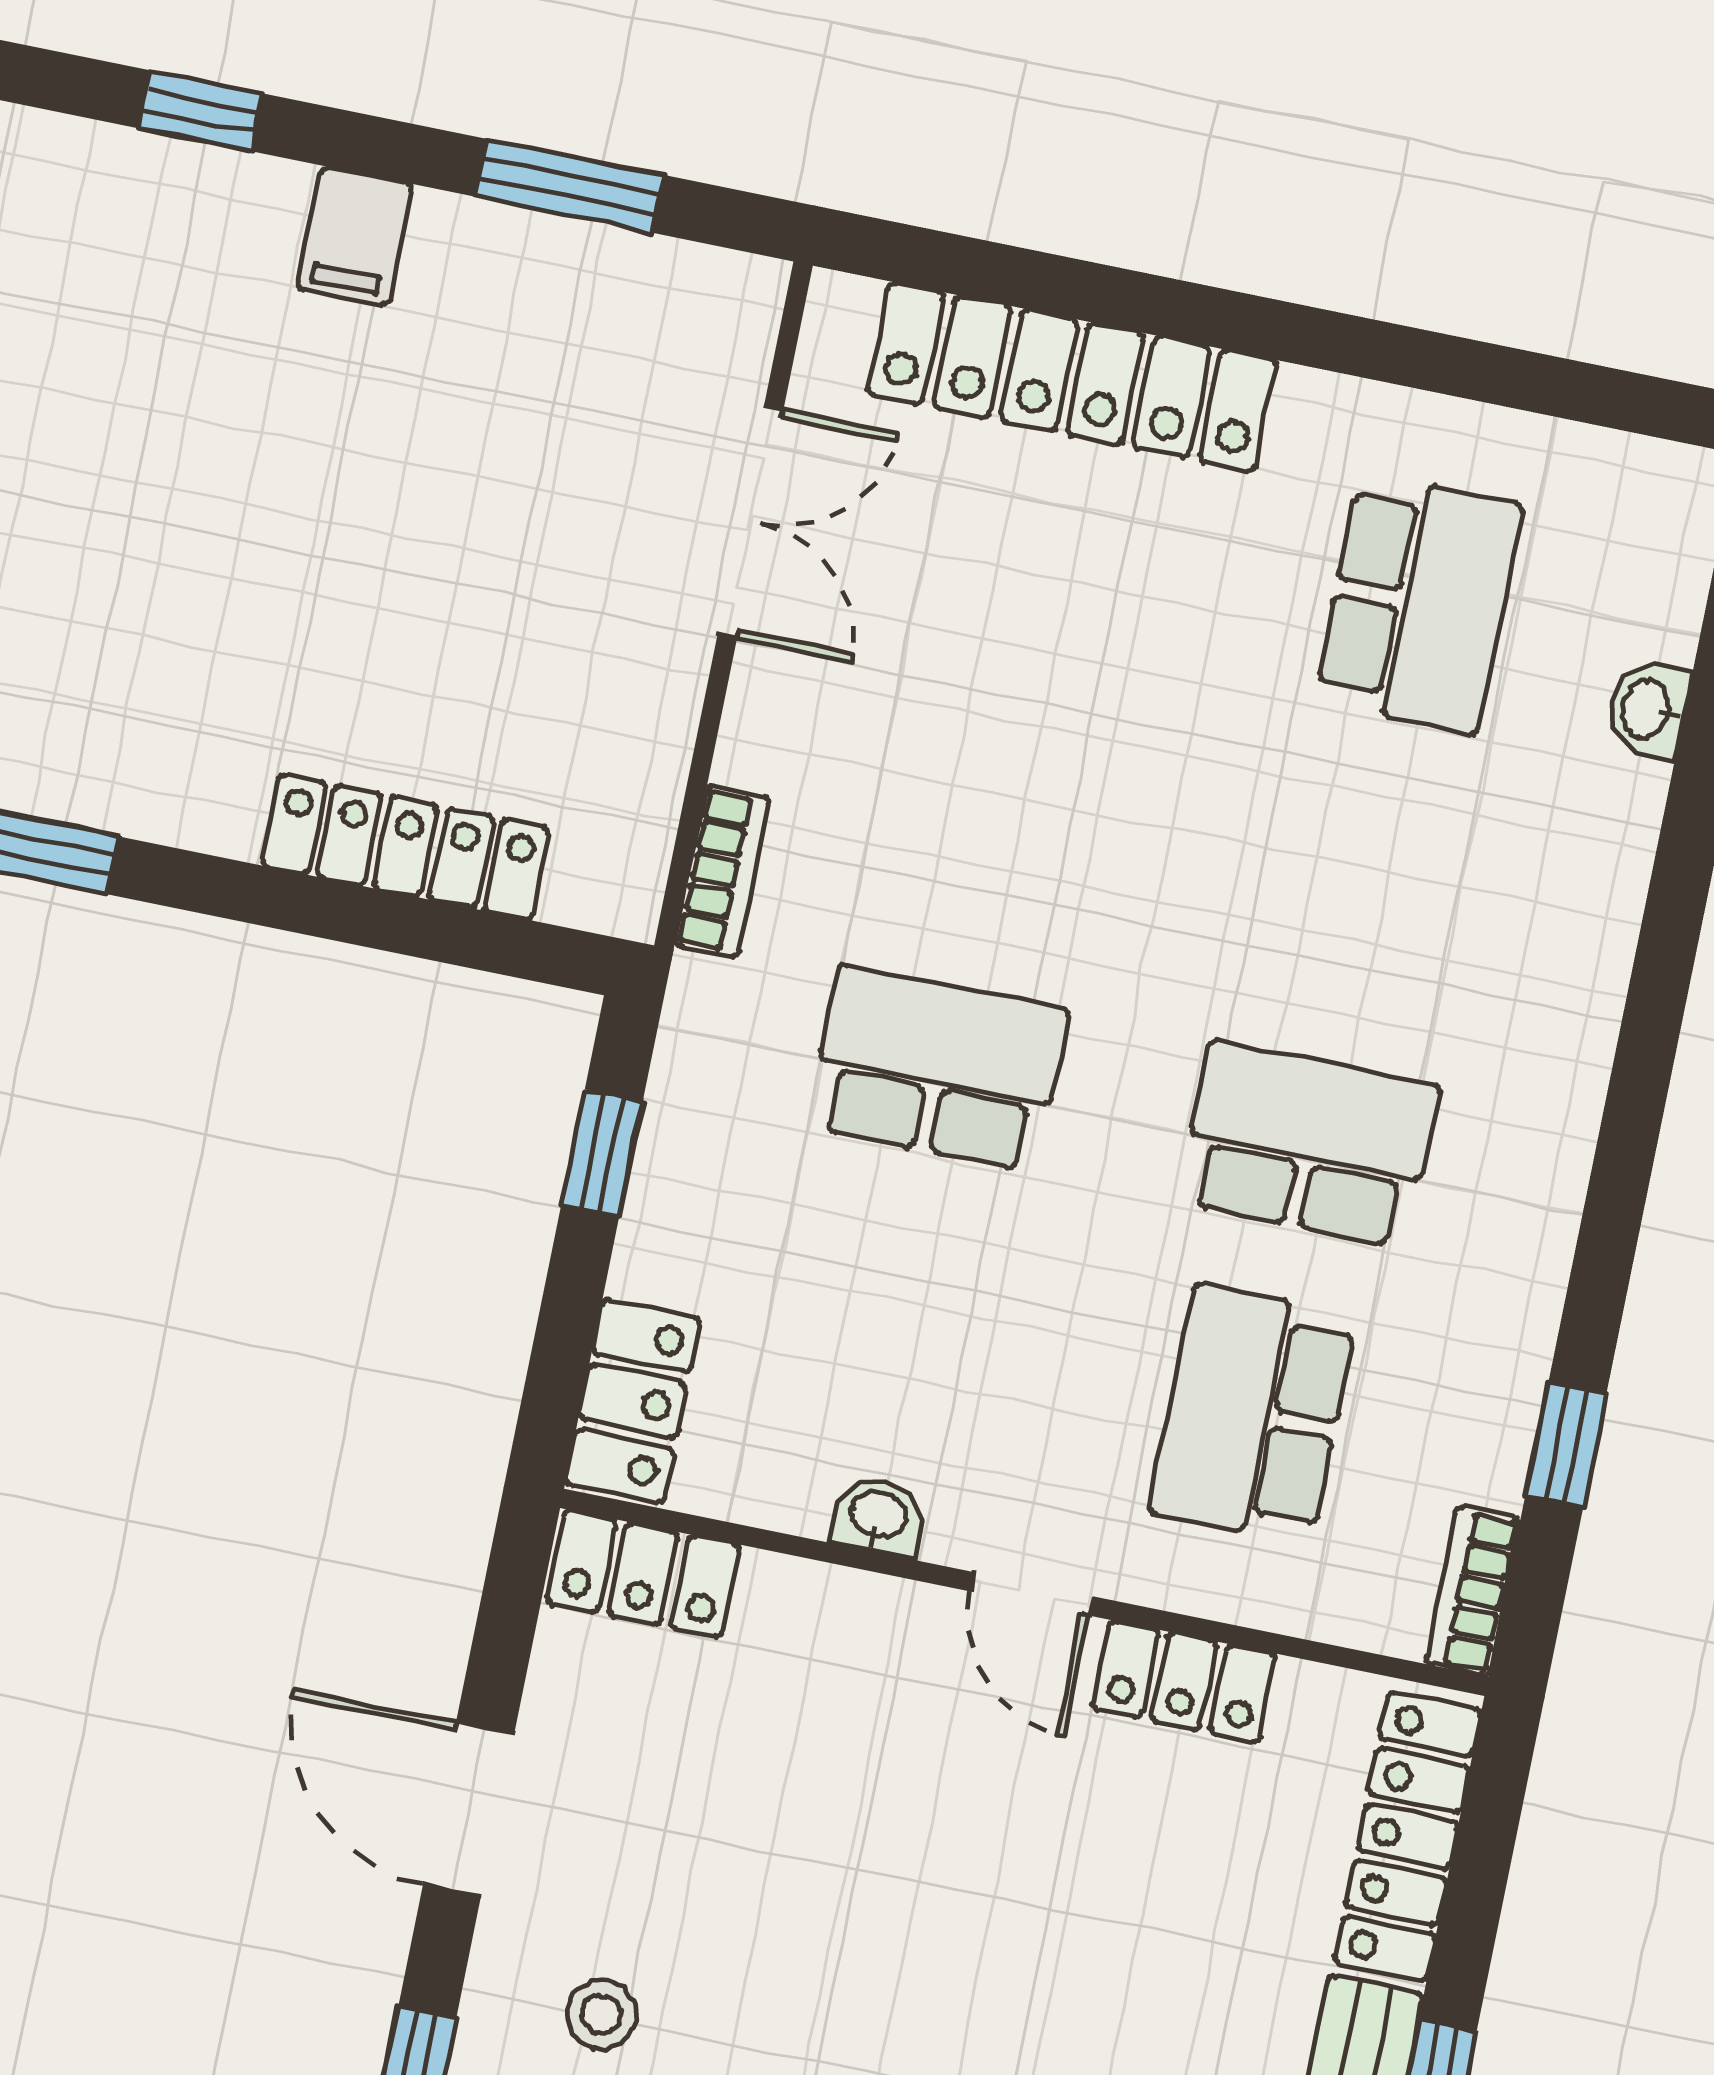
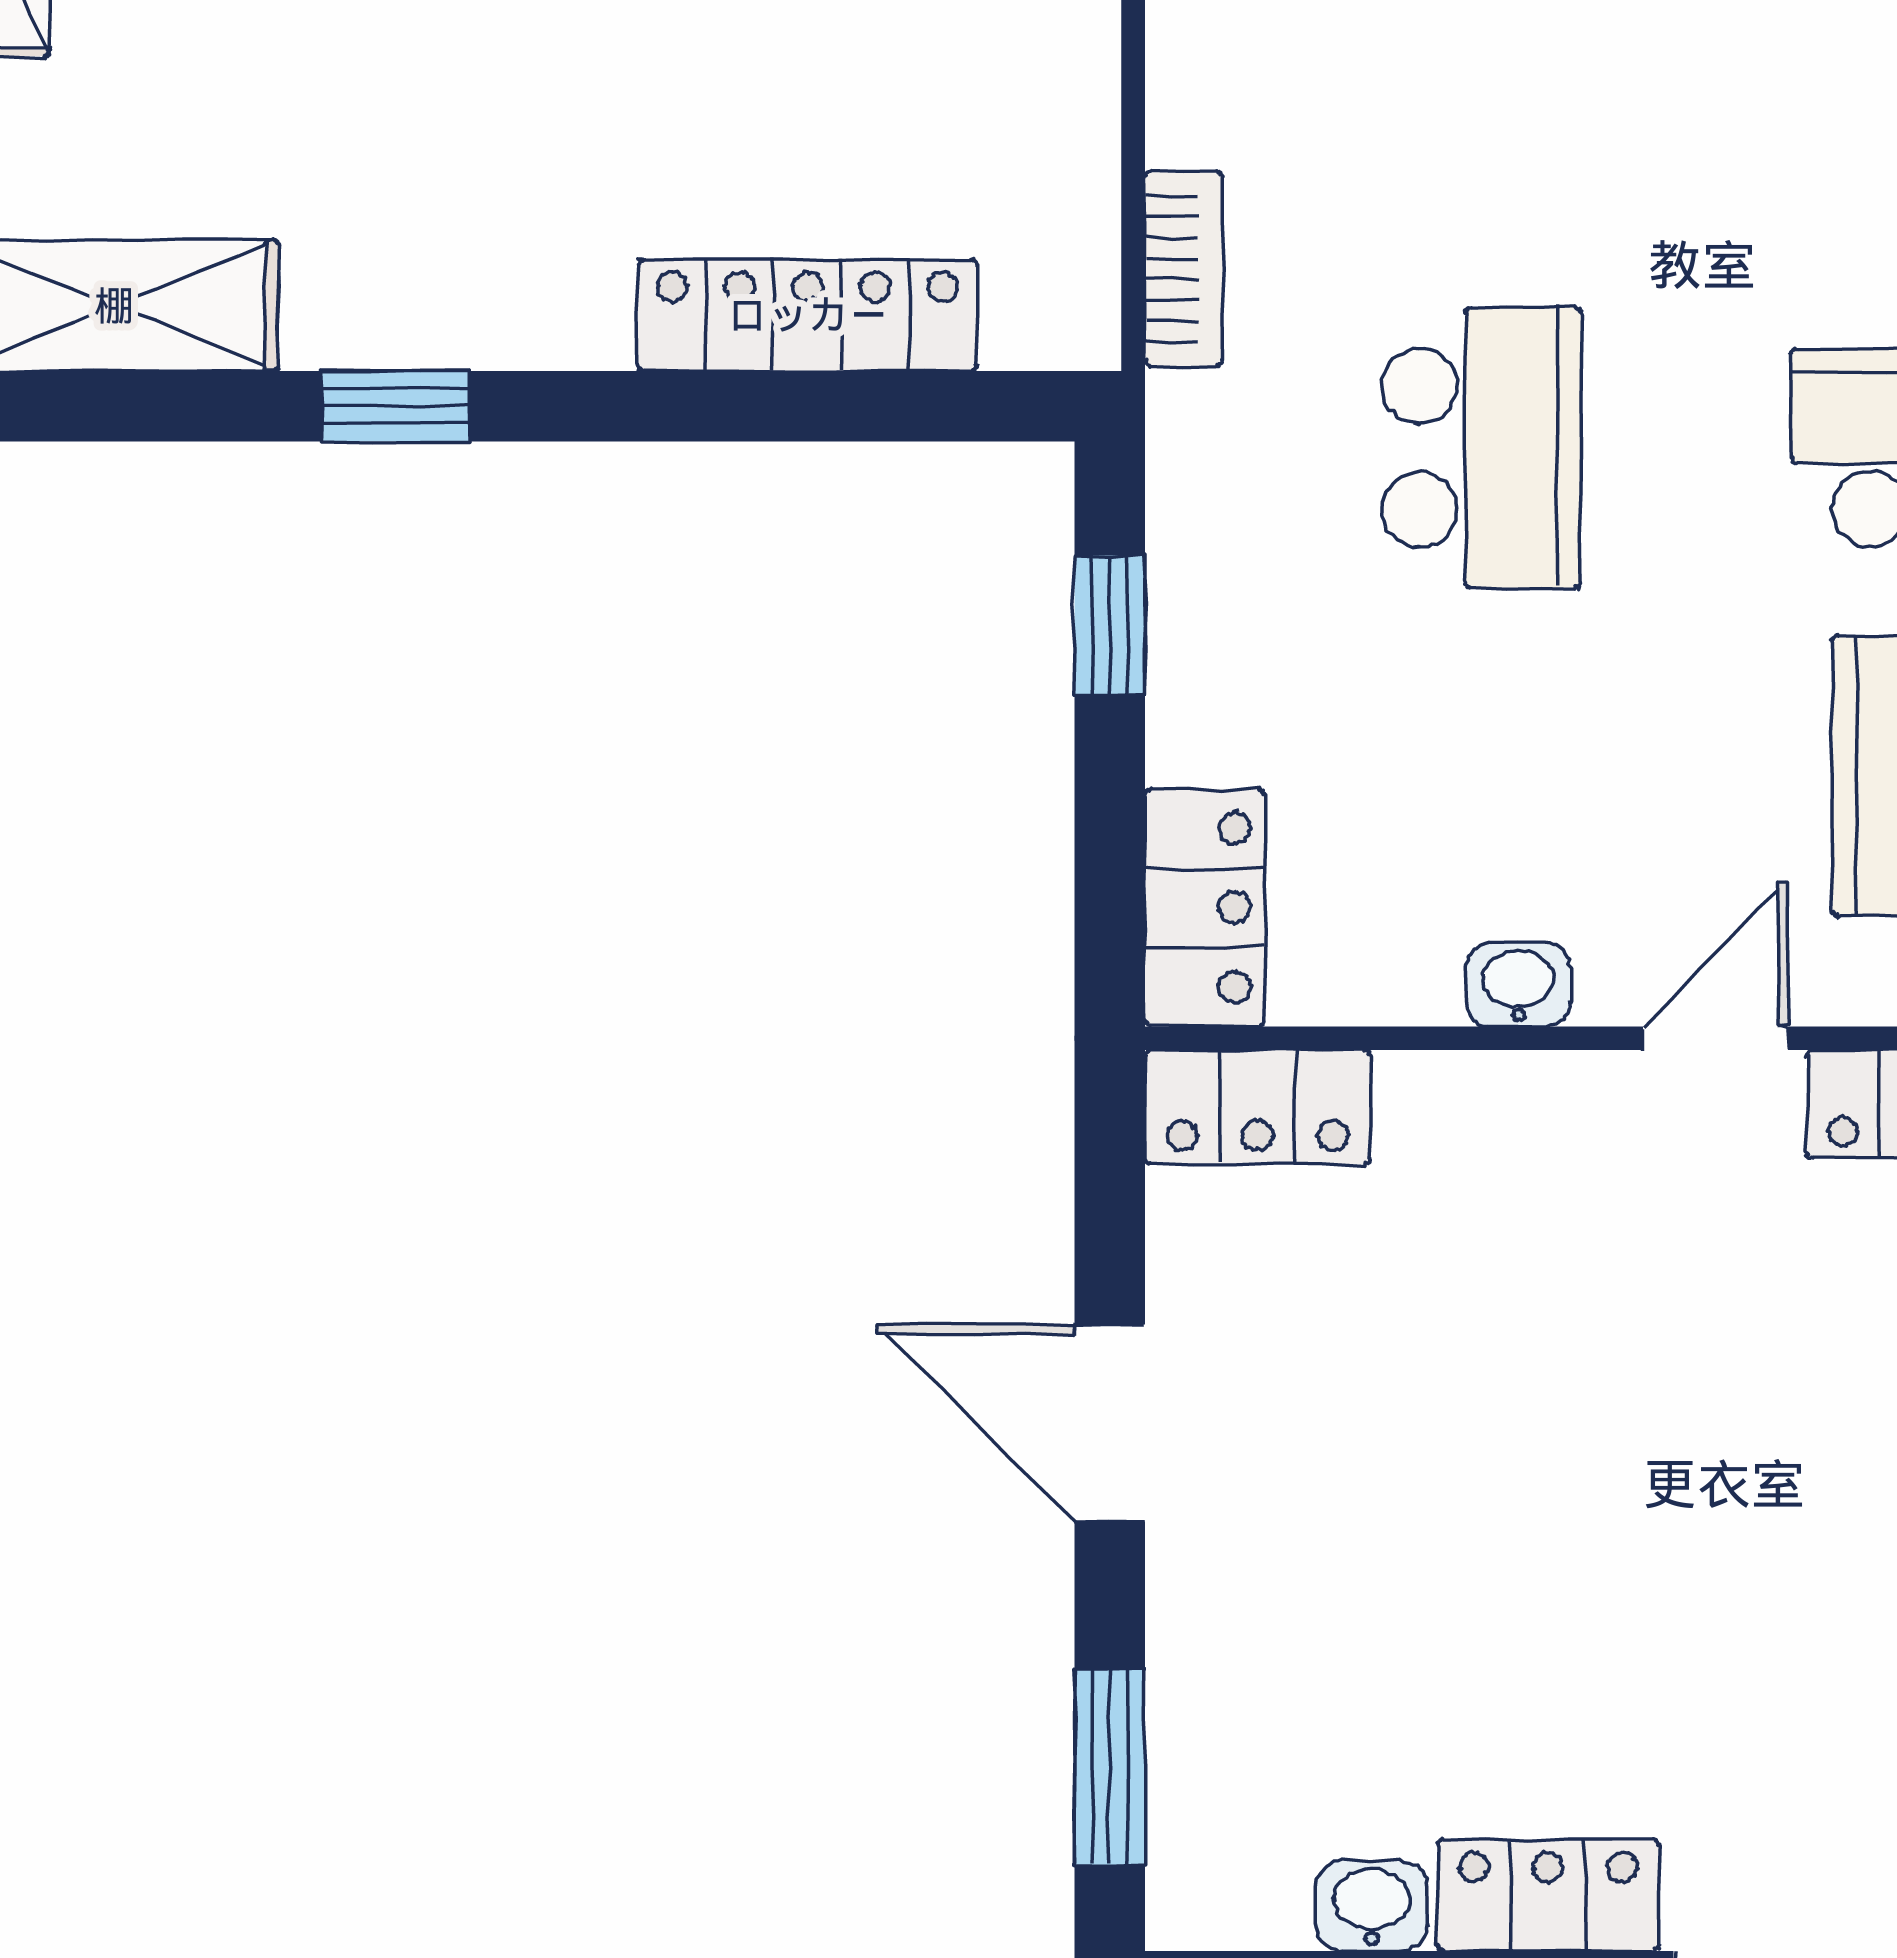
school desk: (938, 1069) -> (1481, 448), turned 90
door: (1032, 1594) -> (1716, 1038), swing flipped
stool: (601, 2014) -> (1313, 1631), removed

